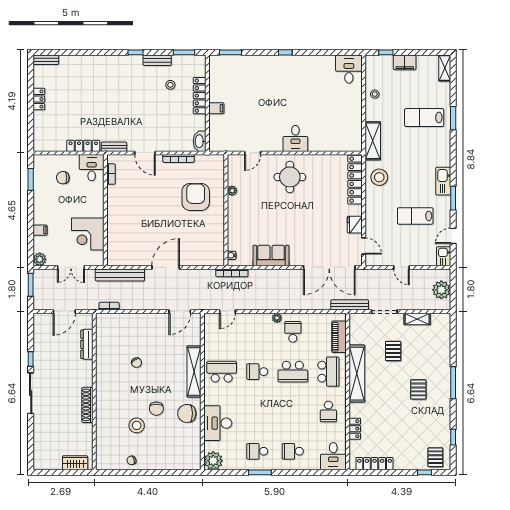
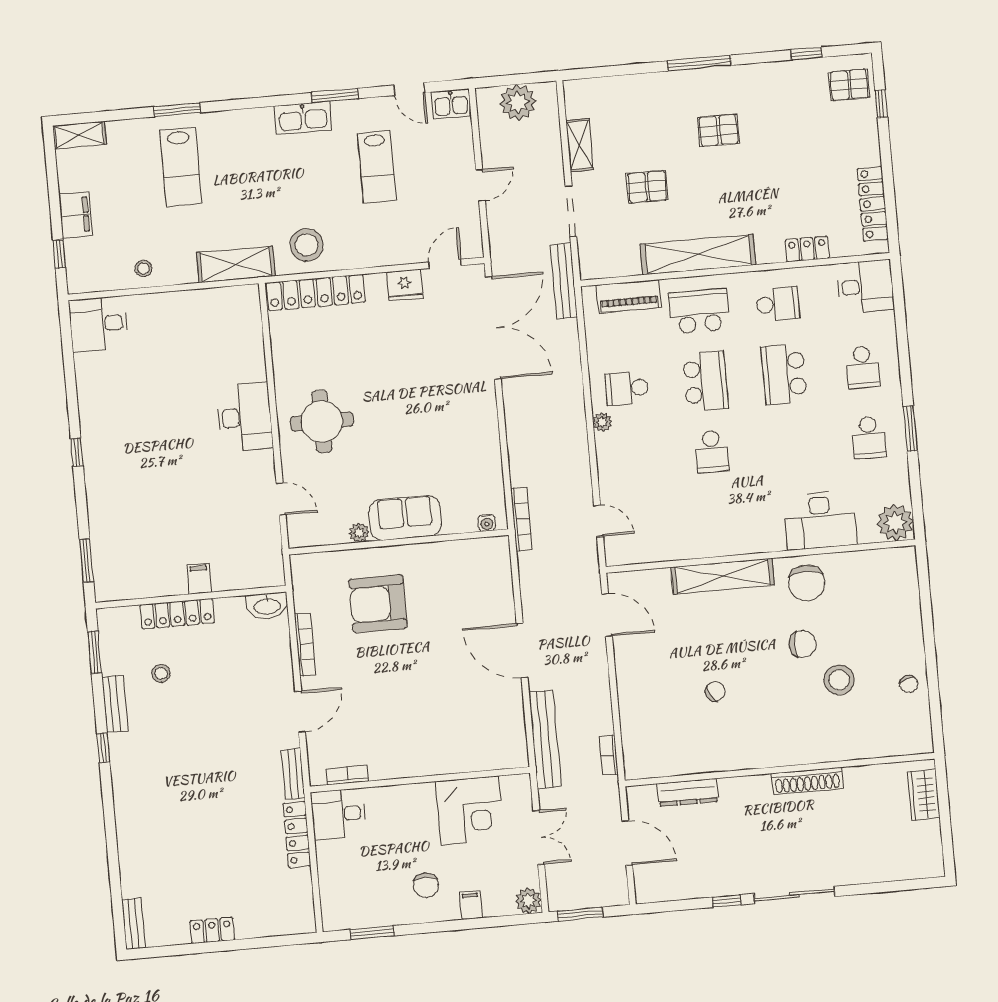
desk: (295, 138) -> (245, 417), width x1.37
chair: (63, 178) -> (426, 885), moved
sofa: (271, 256) -> (405, 518), moved, turned 90
school desk: (222, 372) -> (784, 374), moved

